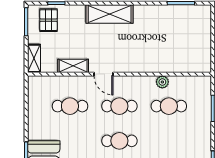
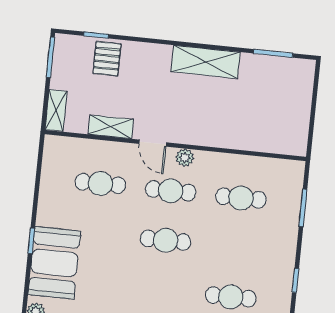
shelving: (110, 14) -> (206, 62), moved
pallet: (48, 20) -> (107, 59), moved
plant: (162, 82) -> (185, 158), moved

